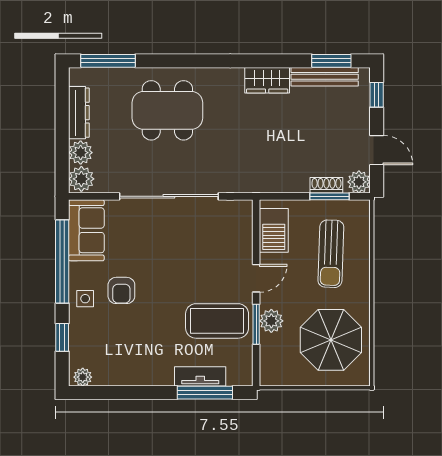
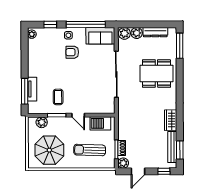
dining table: (167, 110) -> (156, 74), turned 90
coffee table: (217, 321) -> (58, 97), width x0.54, depth x0.58
plant: (271, 321) -> (42, 122), moved

